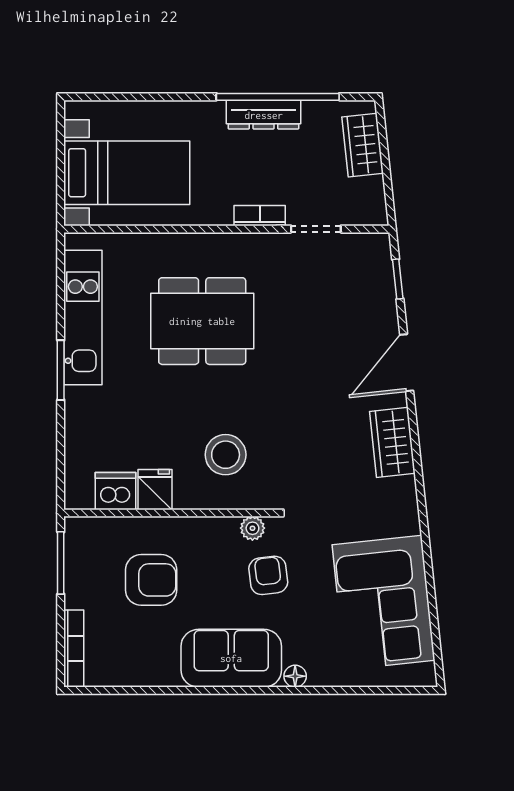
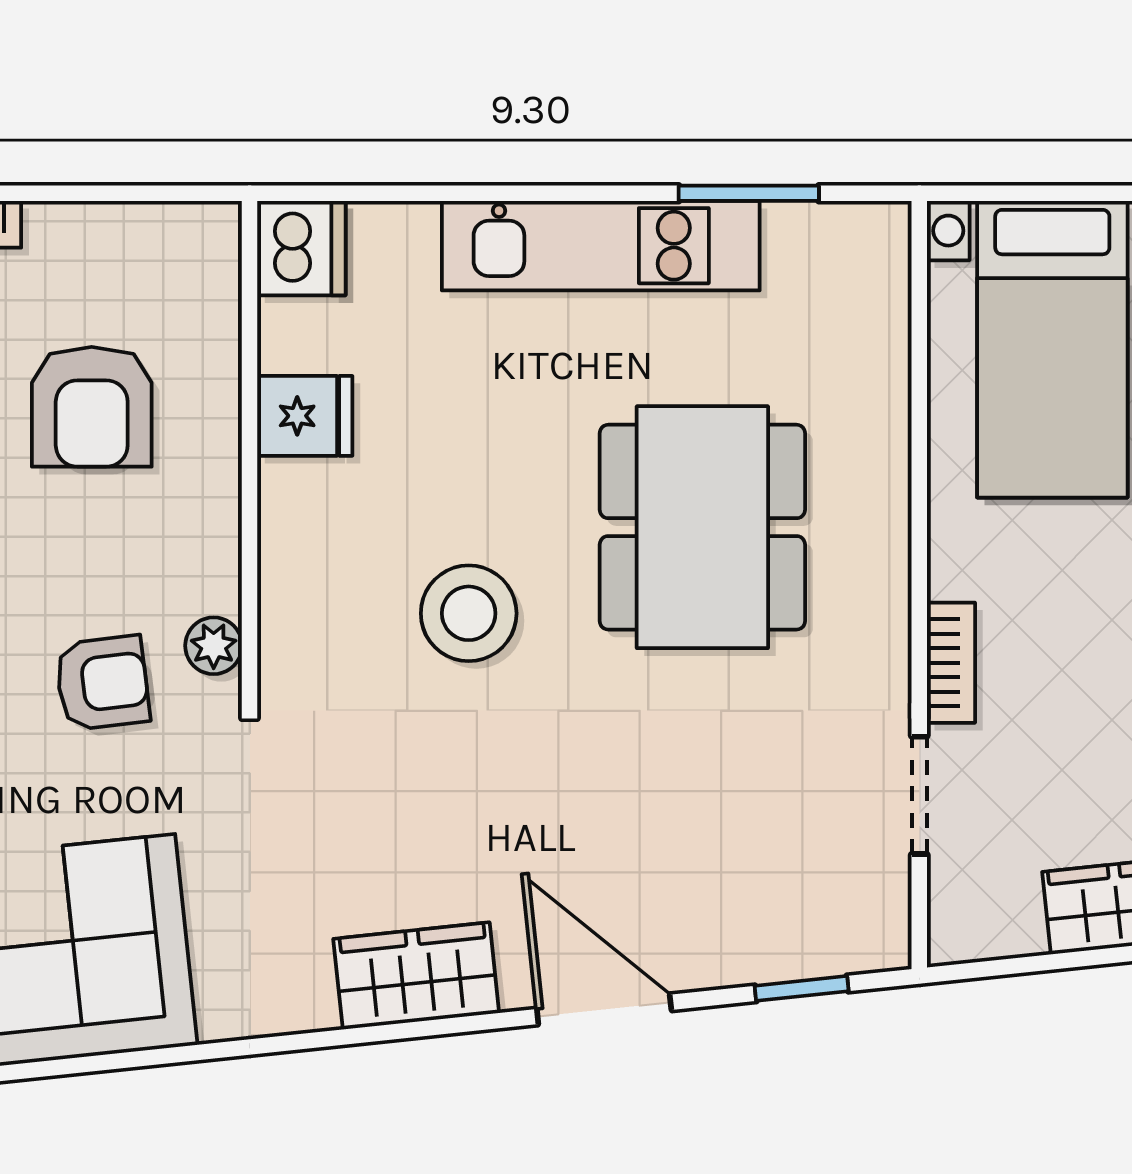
kitchen unit: (83, 318) -> (601, 246), moved
window: (61, 370) -> (749, 193), moved
stool: (226, 455) -> (469, 613), moved
dishwasher: (115, 491) -> (301, 248), moved
window: (61, 563) -> (132, 193), removed

